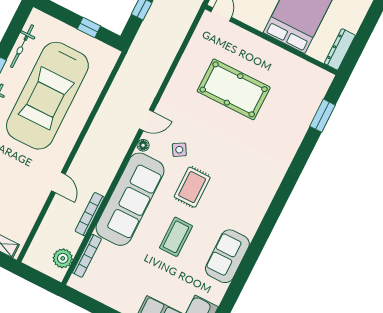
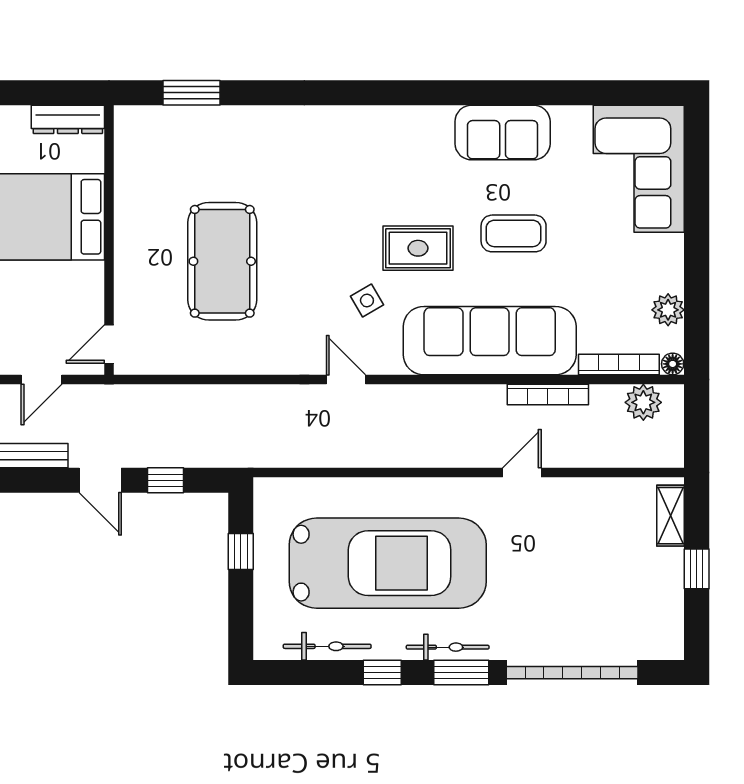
floor lamp: (143, 145) -> (673, 364), moved
plant: (101, 293) -> (668, 310), added

